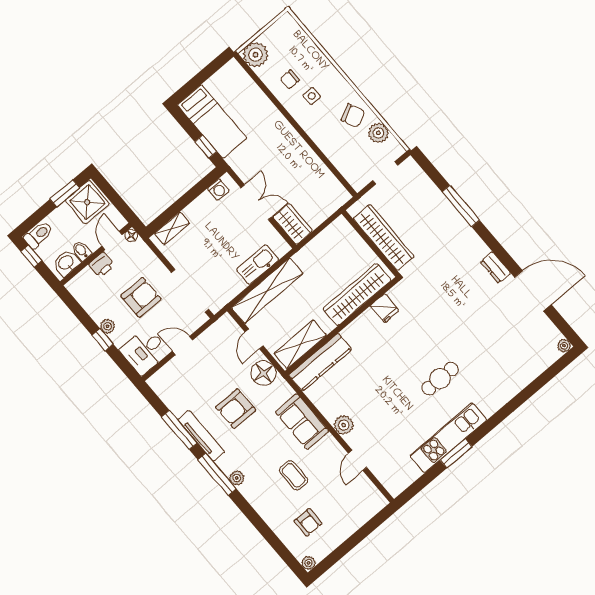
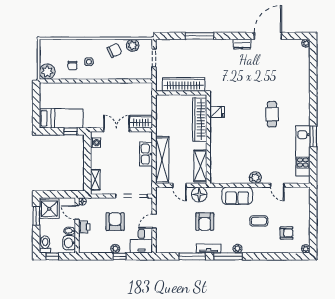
kitchen counter: (320, 362) -> (217, 164), removed
tv unit: (201, 436) -> (209, 248), width x0.71
kitchen unit: (448, 438) -> (303, 151), moved

